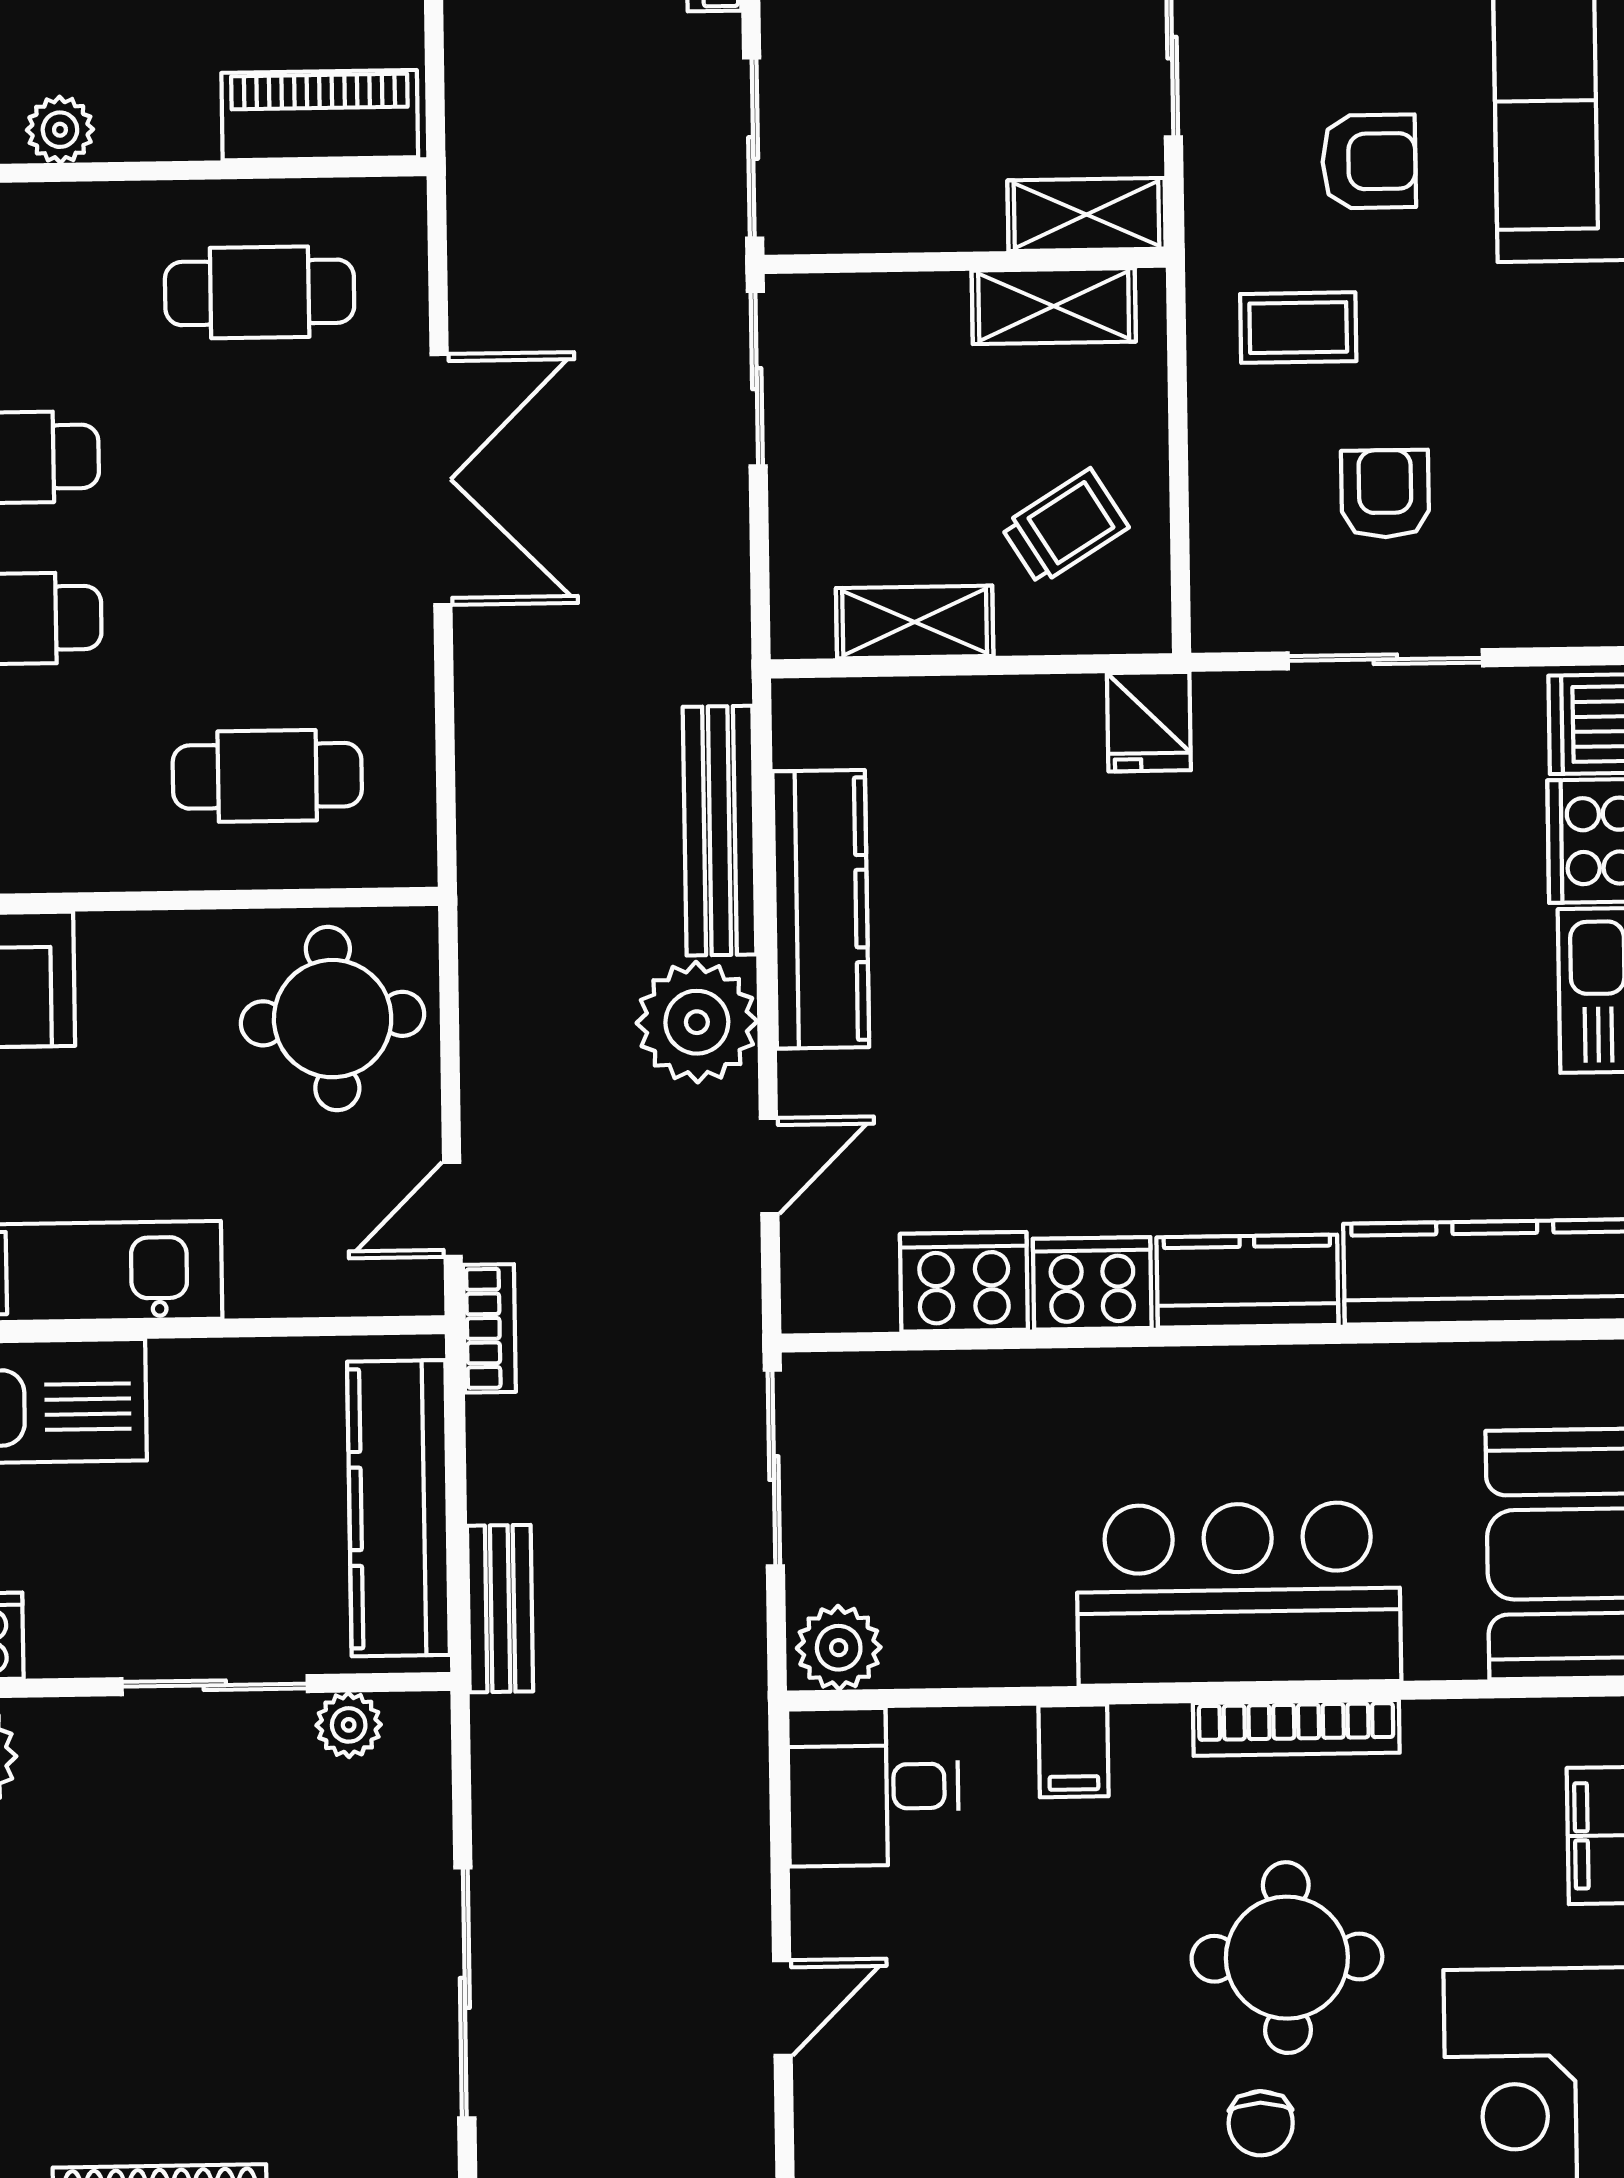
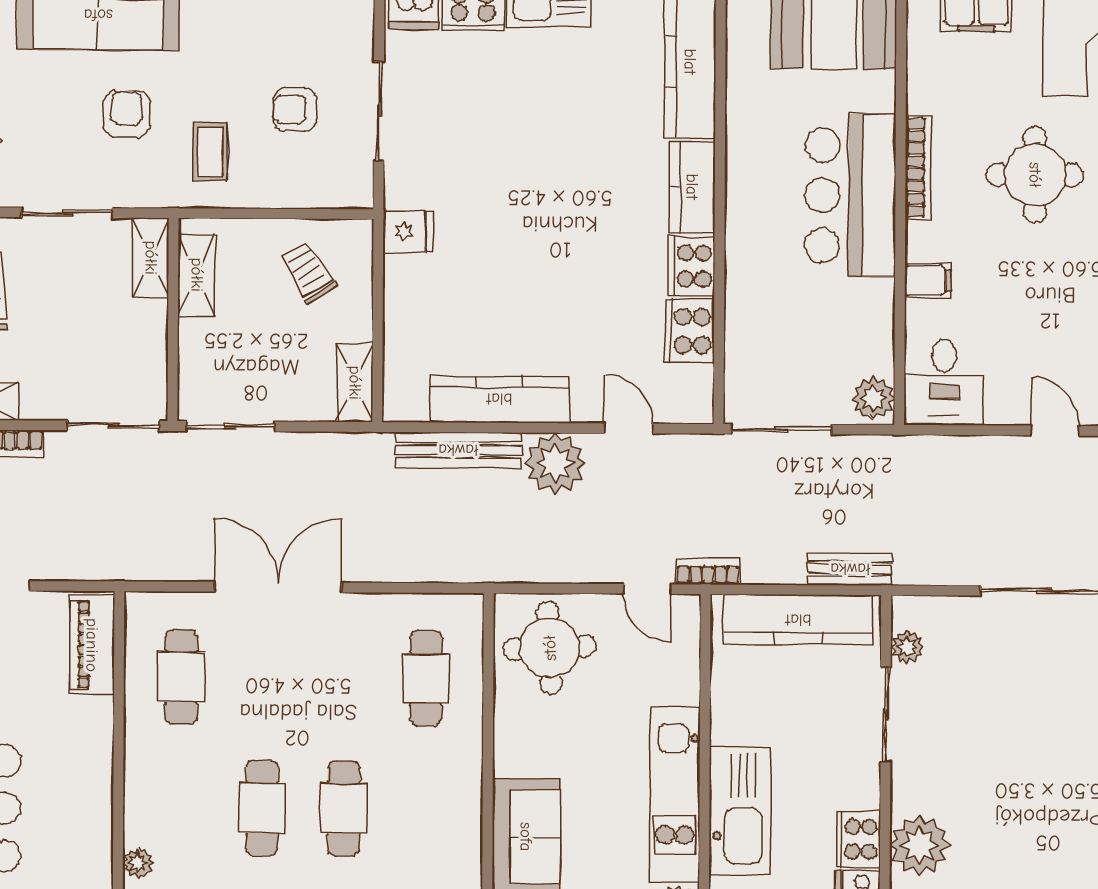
plant: (60, 130) -> (97, 776), removed
shelving: (915, 622) -> (355, 383), moved

